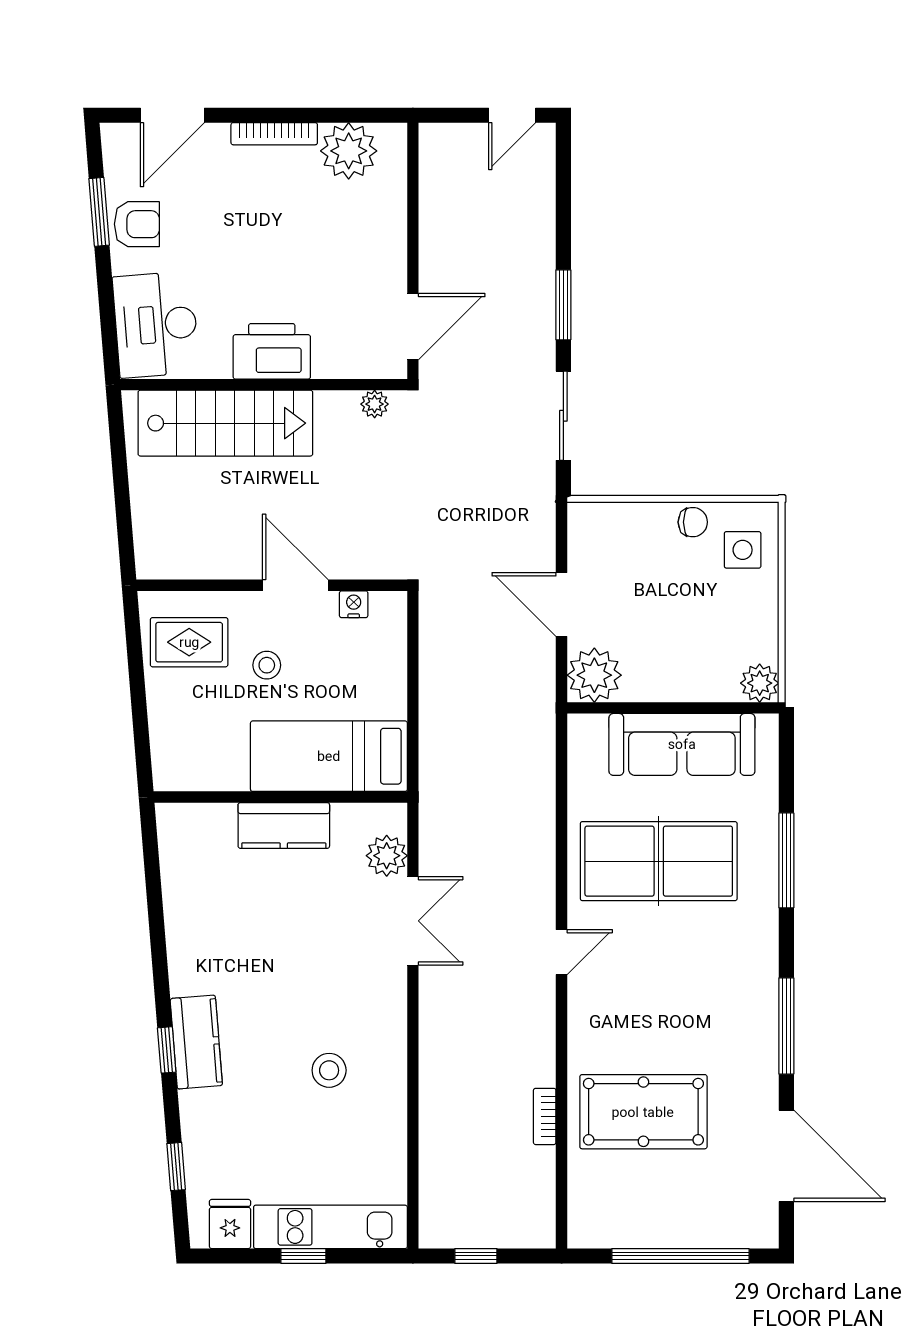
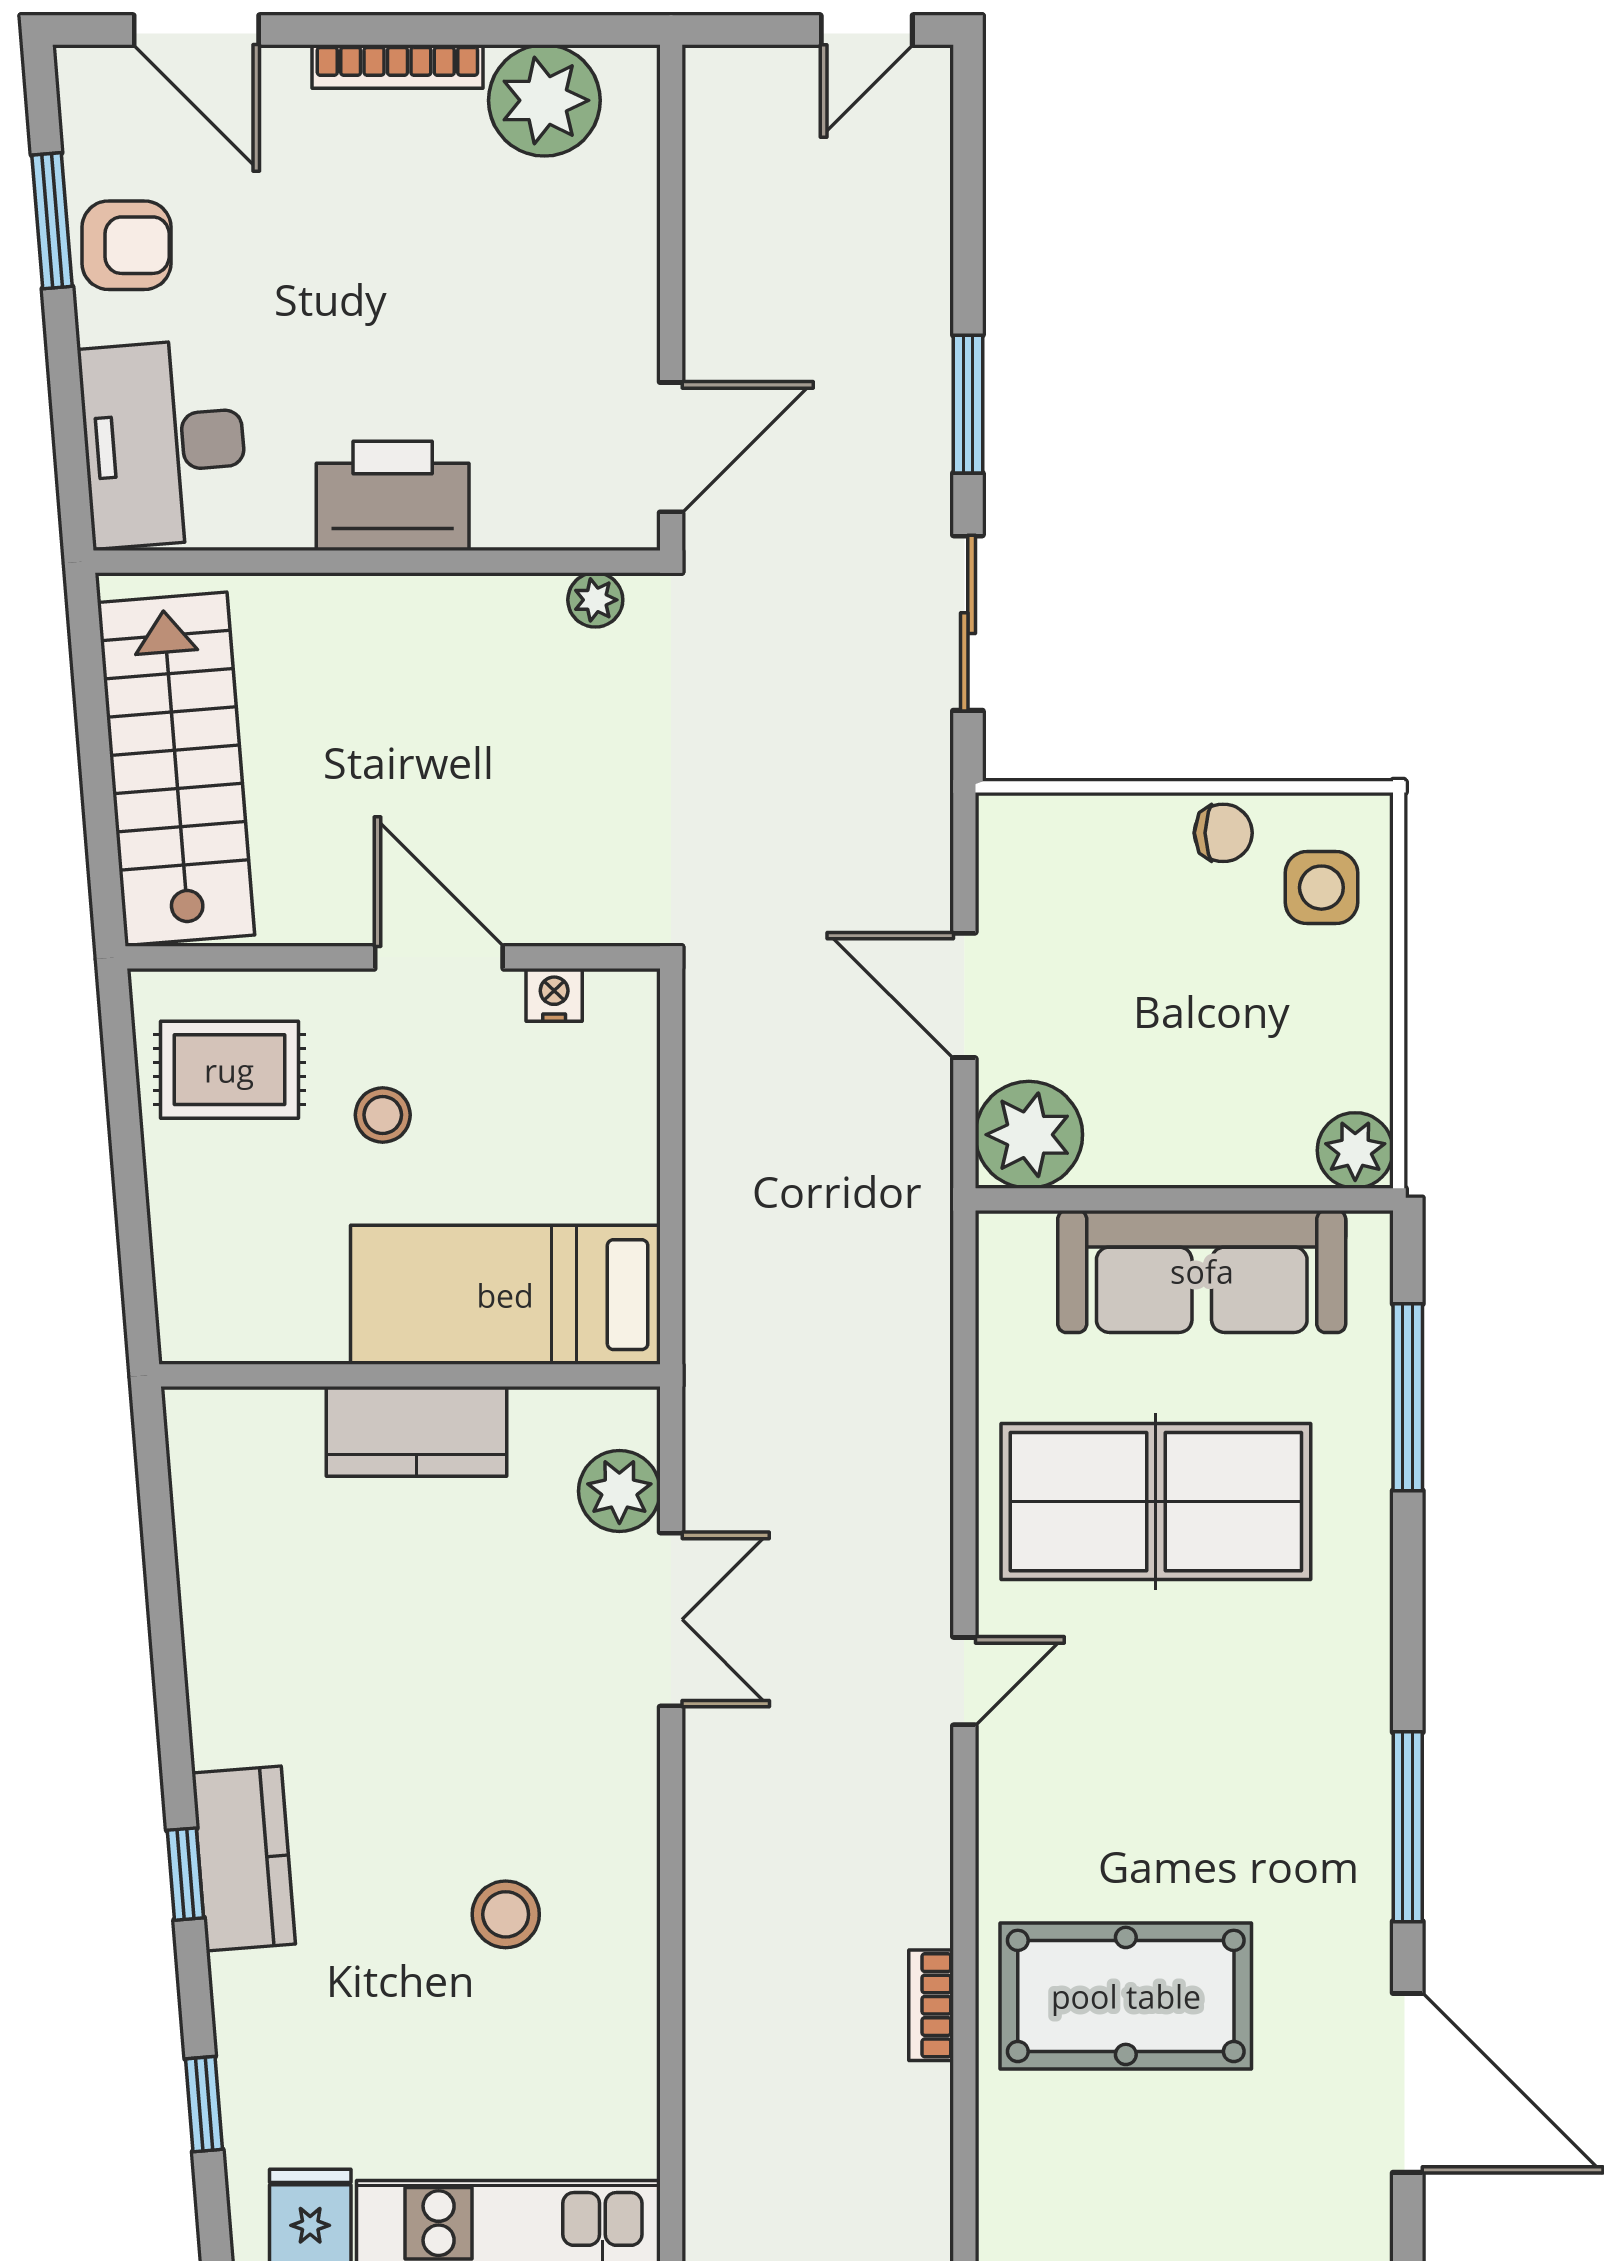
door: (172, 115) -> (196, 30), hinge flipped
stairs: (225, 423) -> (176, 769), moved, turned -95
window: (786, 860) -> (1408, 1397), moved

